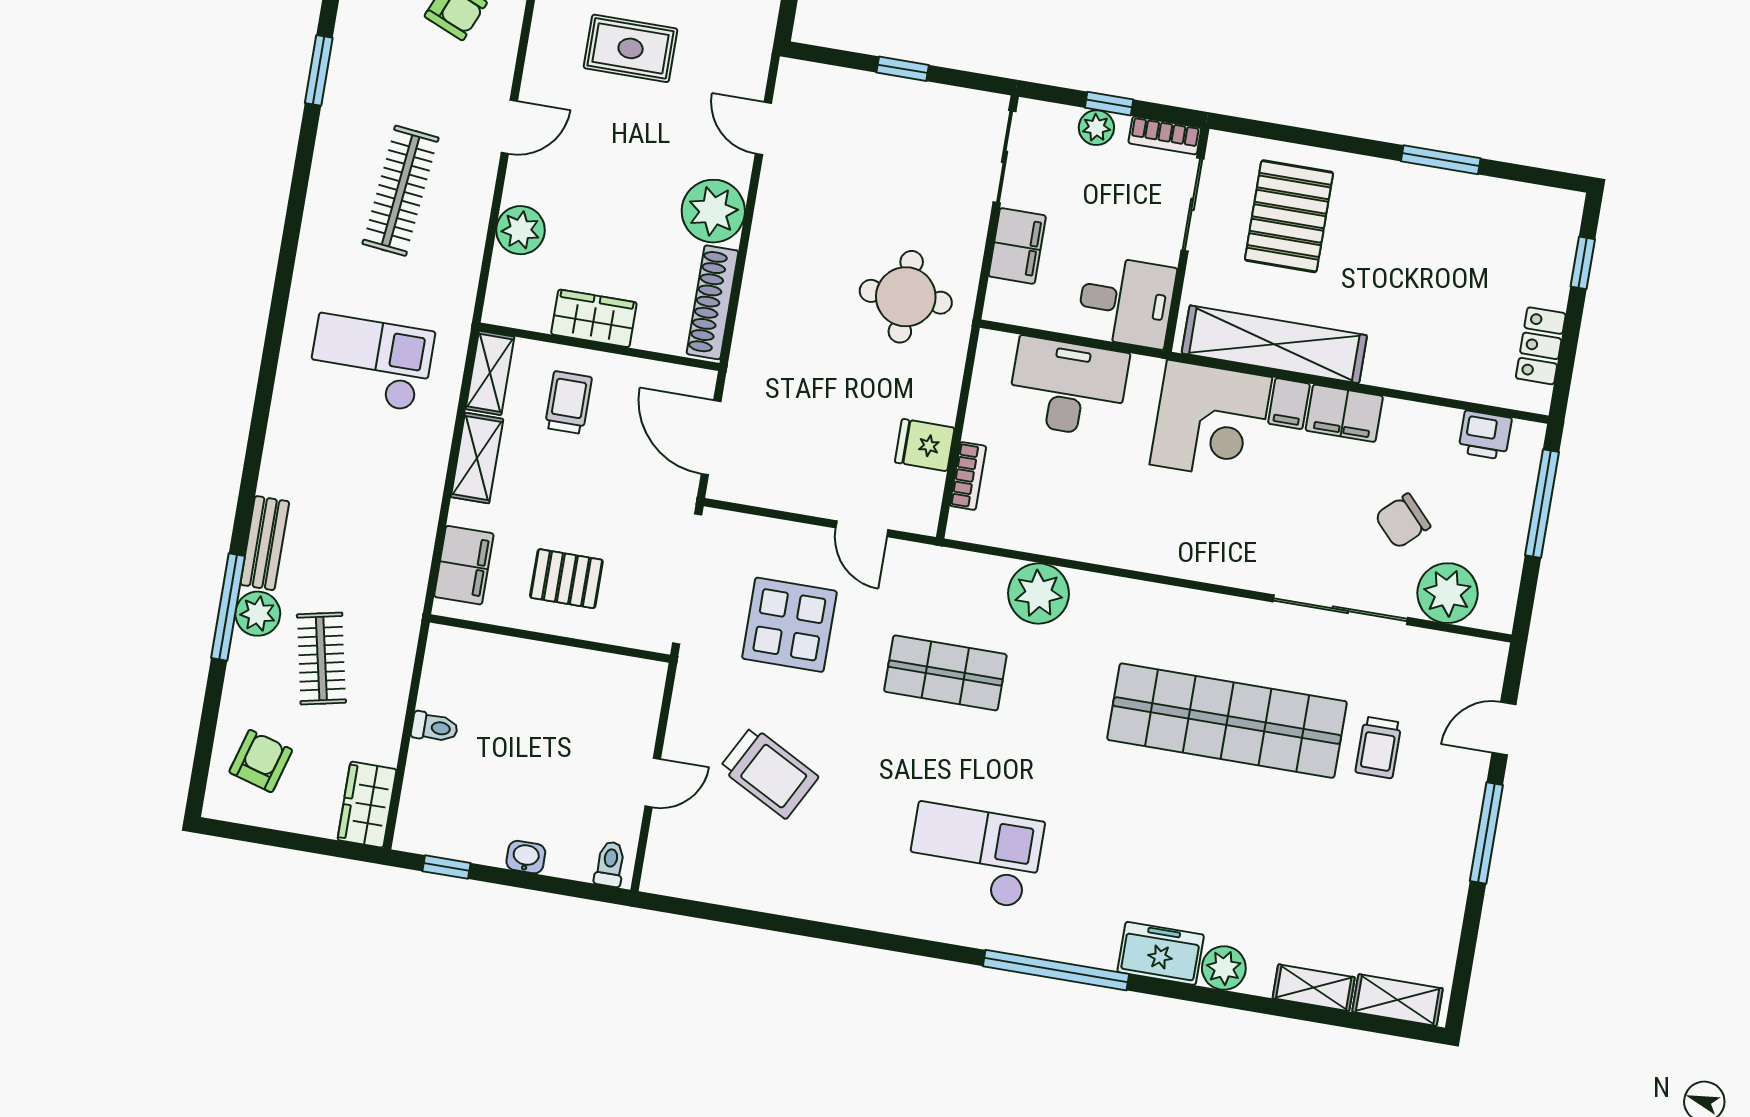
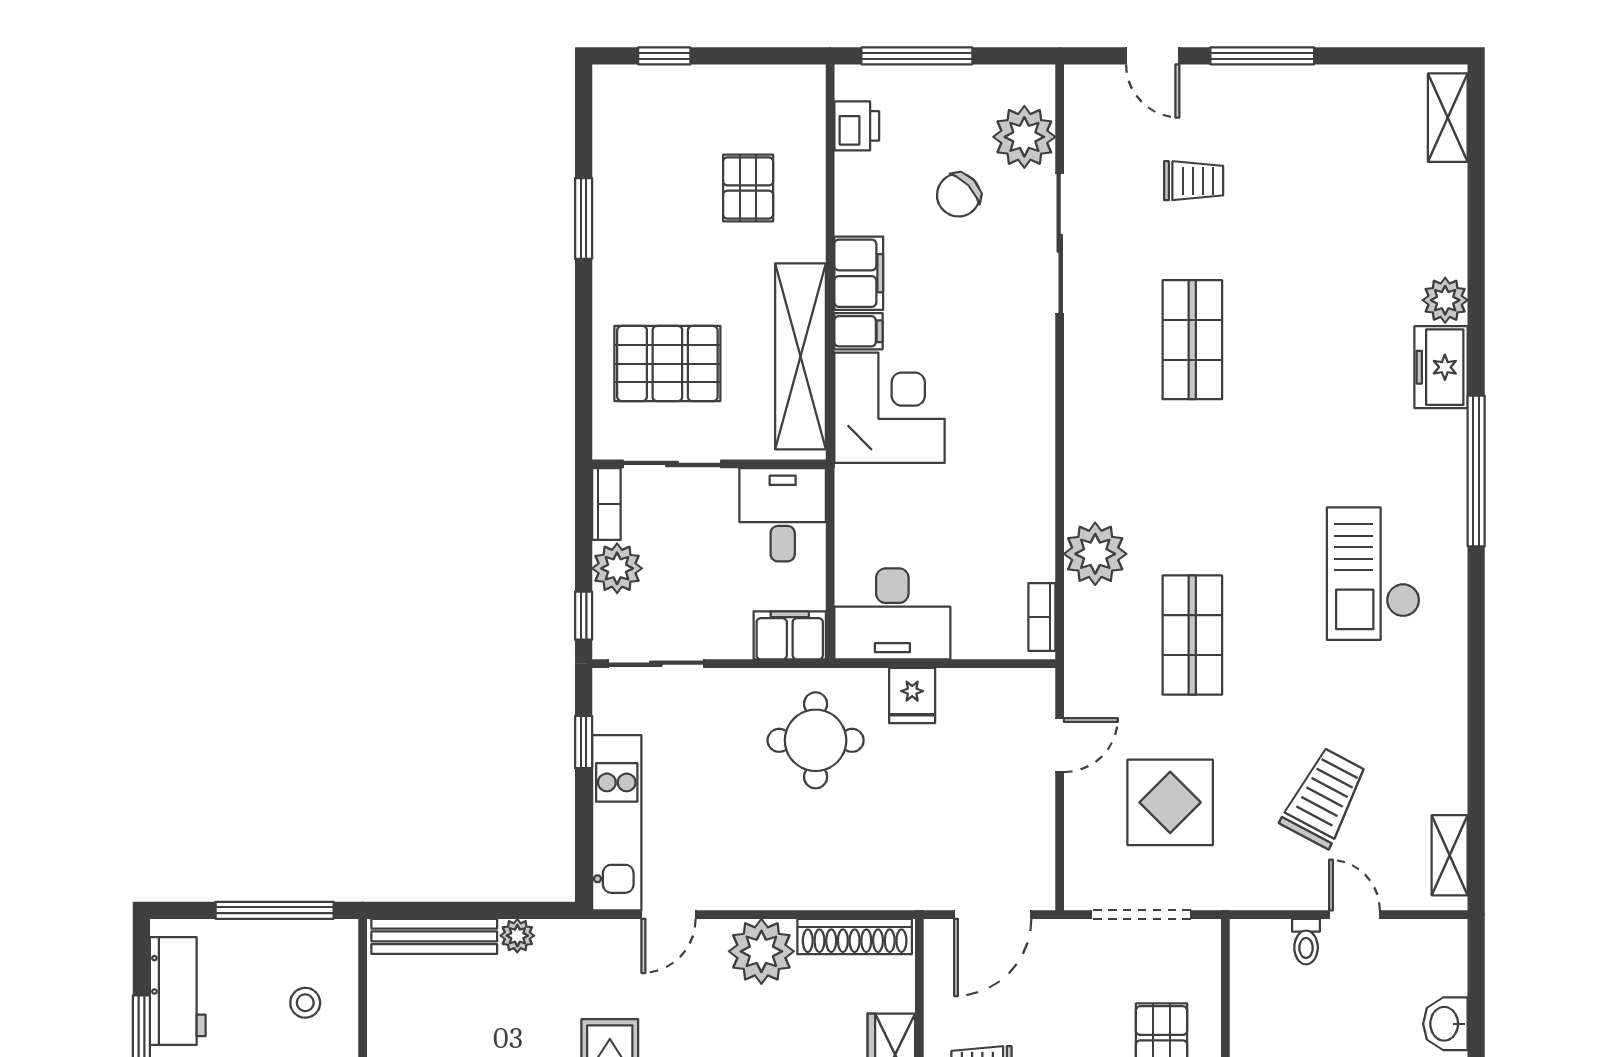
window: (903, 69) -> (584, 742), moved
kitchen unit: (859, 94) -> (617, 823), added
window: (1109, 104) -> (584, 616), moved
plant: (1096, 128) -> (617, 568), width x1.38, depth x1.38
filing cabinet: (1017, 246) -> (790, 635), moved
pallet: (1443, 322) -> (748, 188), added
locker: (1541, 346) -> (756, 84), removed
desk: (1068, 387) -> (892, 614), moved, turned -90
fridge: (925, 445) -> (912, 696), moved
bookcase: (968, 476) -> (1042, 617), moved, turned -90
chair: (1403, 521) -> (958, 195), turned 89
doorway: (687, 579) -> (1141, 915), width x0.73
shop shelf: (1227, 721) -> (1192, 340), width x0.50, depth x0.74
washbasin: (526, 857) -> (1445, 1024), width x1.38, depth x1.45
toilet: (610, 864) -> (1306, 942), moved, turned -90
shelving: (1314, 988) -> (1450, 855), moved

